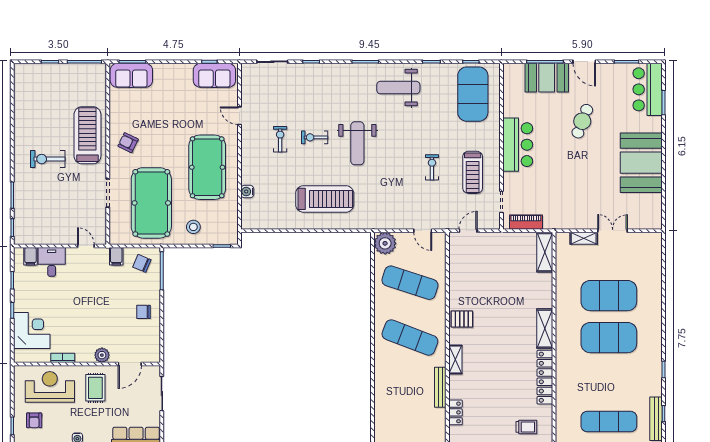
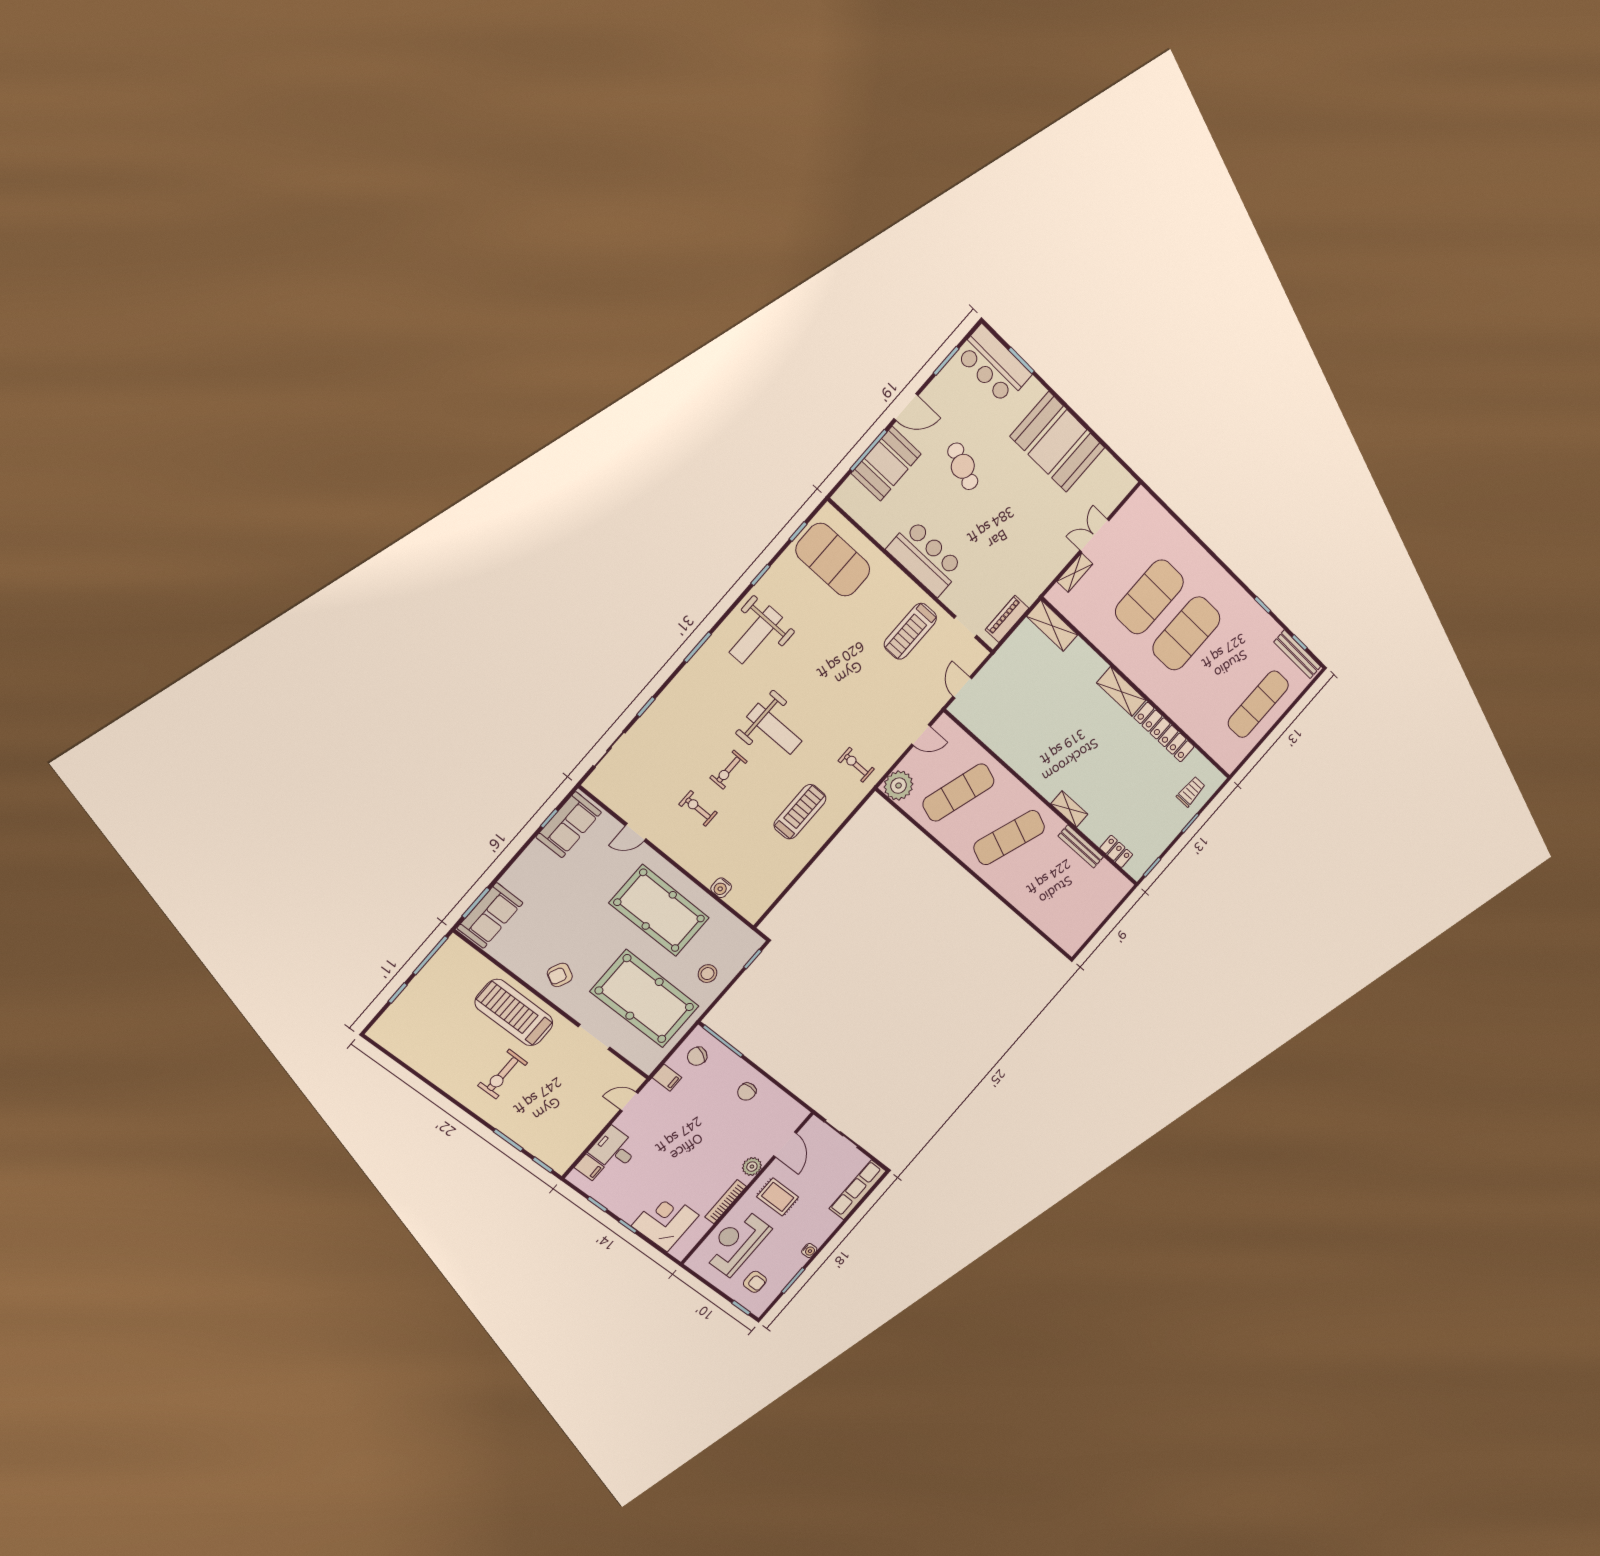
exercise bike: (432, 167) -> (856, 765), moved
treadmill: (473, 172) -> (910, 631), turned 90
treadmill: (325, 199) -> (800, 812), width x0.73, depth x0.73
pallet: (462, 319) -> (1039, 769), removed
bookcase: (63, 358) -> (726, 1202), width x1.56

